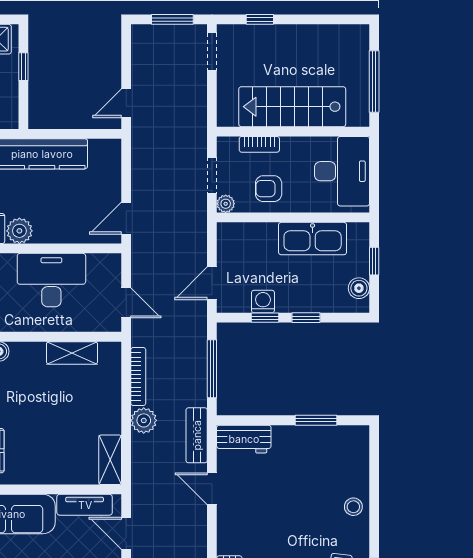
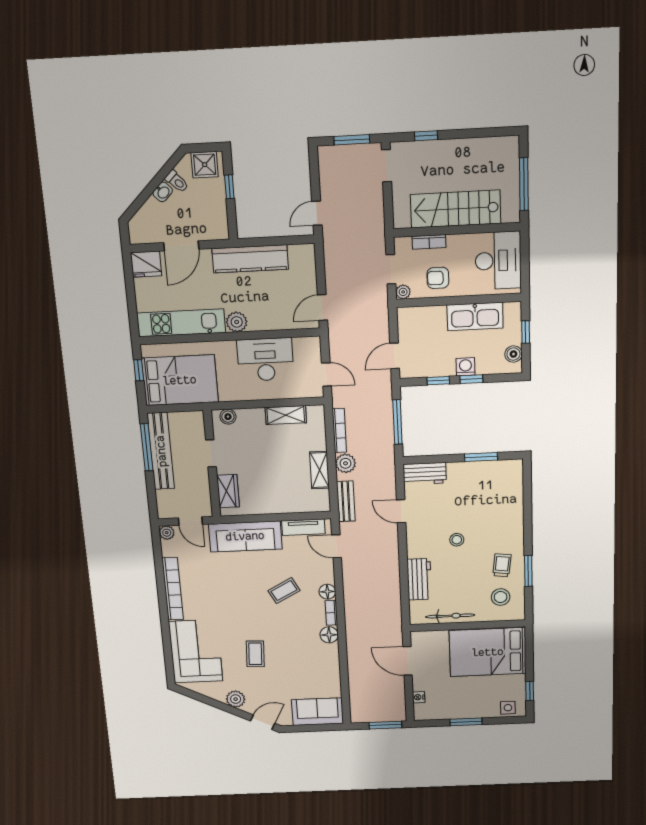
washing machine: (263, 302) -> (465, 367), moved
bench: (197, 435) -> (346, 501), moved
shelving: (110, 460) -> (319, 470), moved
stool: (353, 507) -> (457, 540), moved

